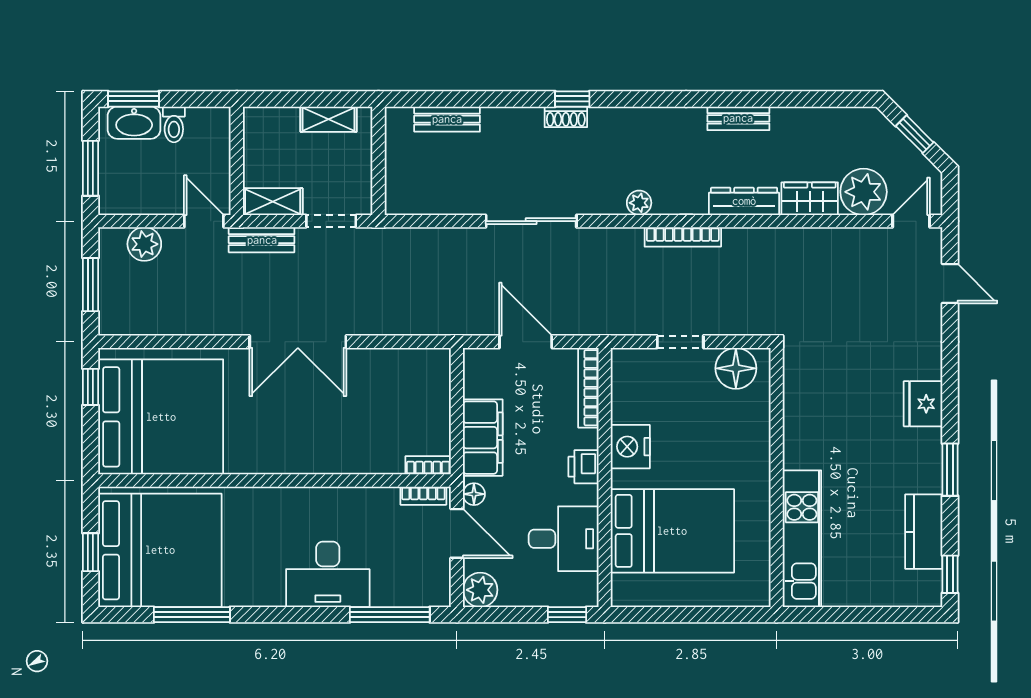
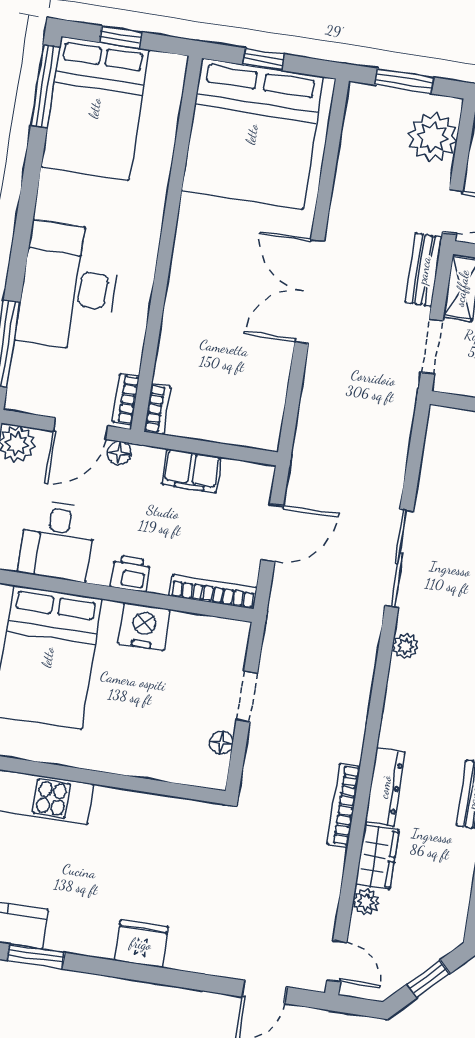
plant: (864, 192) -> (366, 902), width x0.53, depth x0.53
plant: (639, 203) -> (405, 646), moved
bookcase: (683, 237) -> (344, 805), moved
plant: (144, 244) -> (433, 137), width x1.36, depth x1.36
floor lamp: (736, 368) -> (221, 743), width x0.53, depth x0.53
window: (90, 387) -> (263, 59), moved
filing cabinet: (483, 438) -> (192, 471), width x0.67, depth x0.86
window: (950, 470) -> (36, 957), moved
bed: (160, 550) -> (95, 108), width x0.73
desk: (328, 574) -> (69, 287), width x1.36, depth x1.30
window: (192, 615) -> (45, 86), moved

